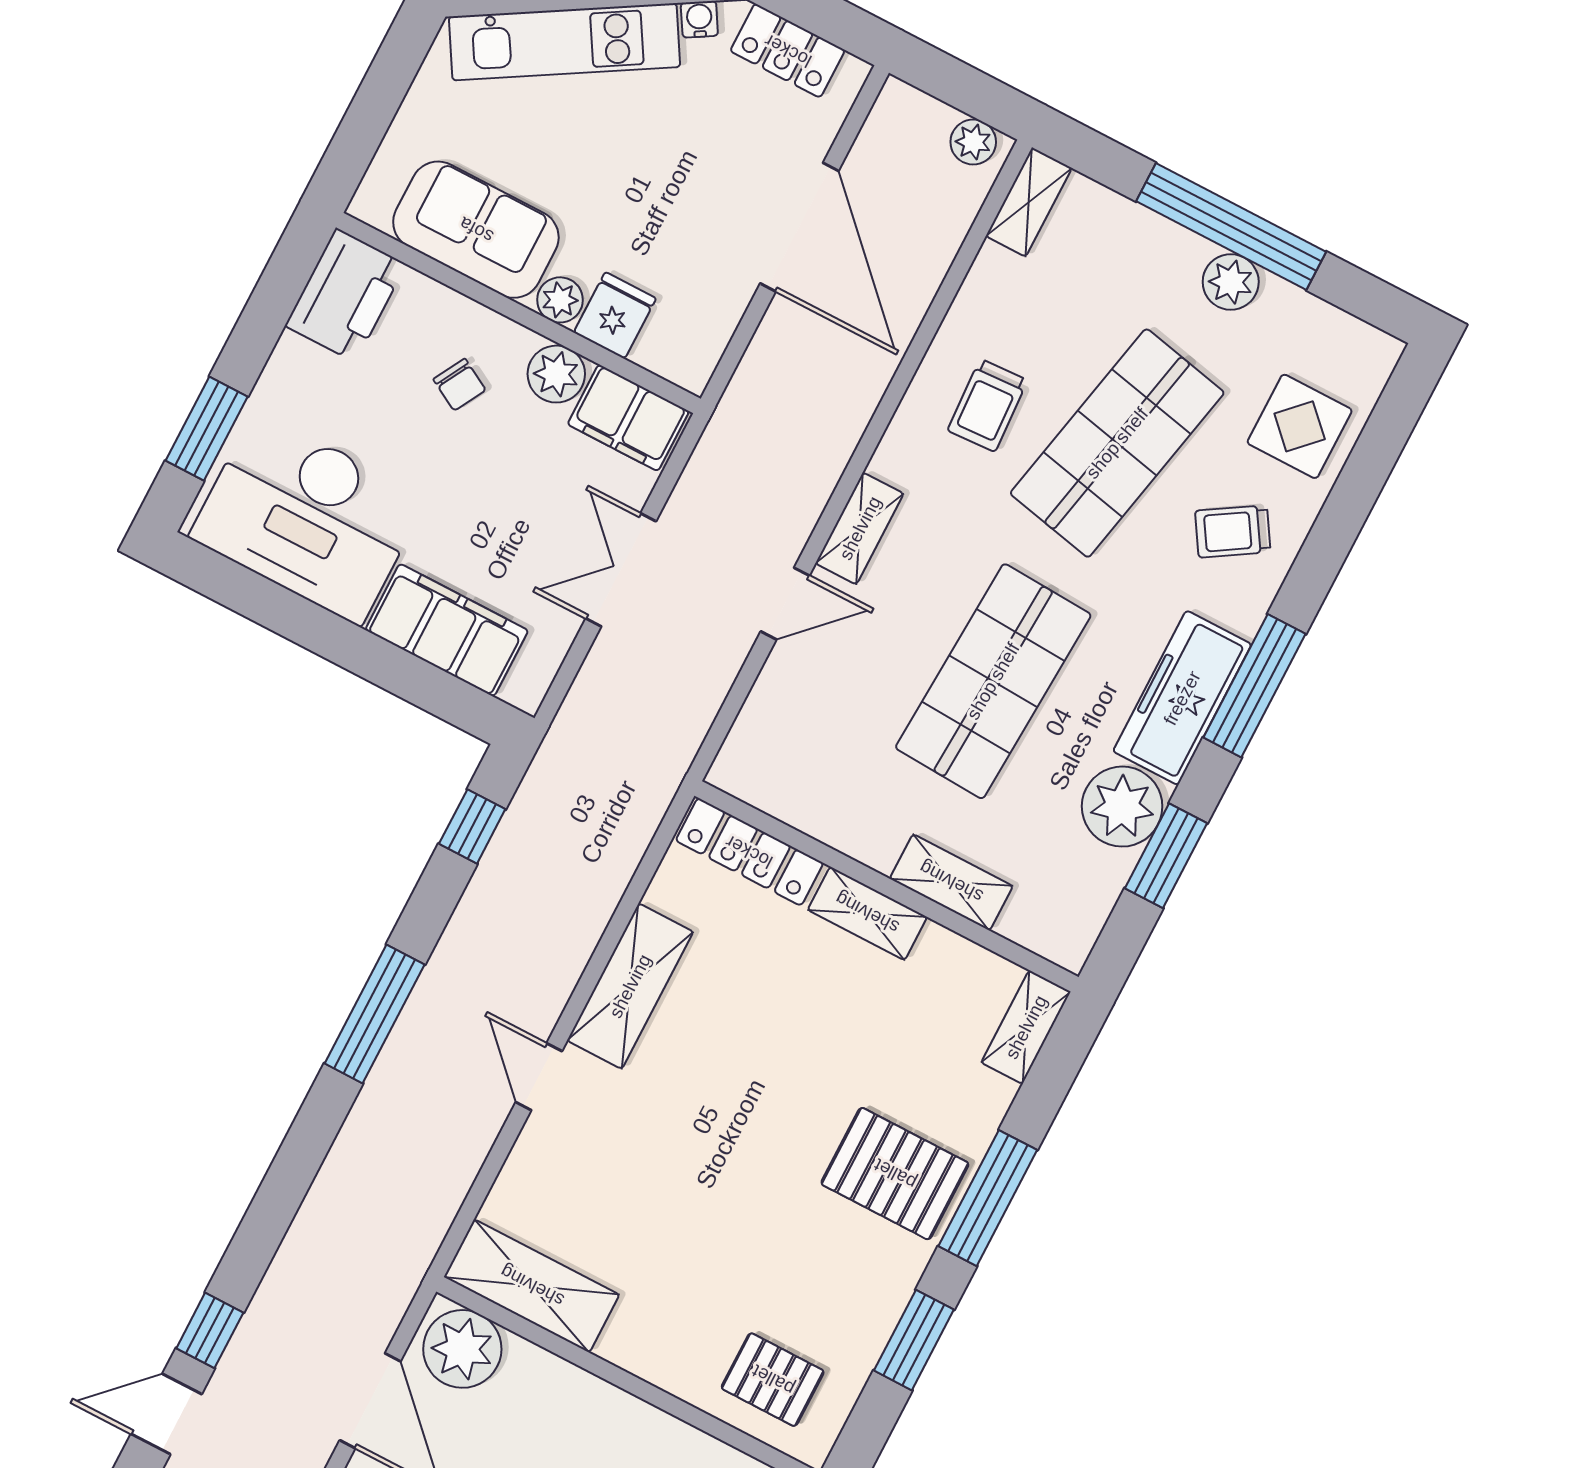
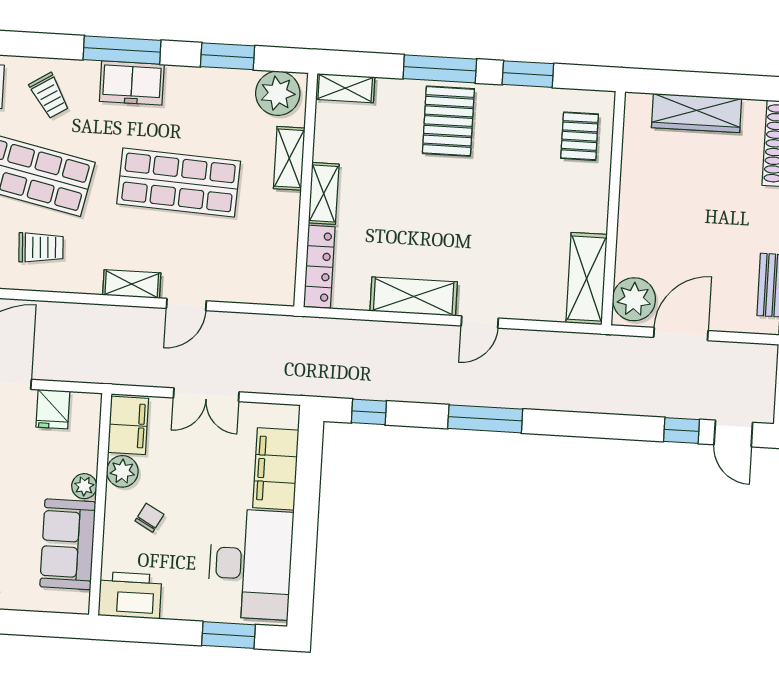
fridge: (615, 315) -> (53, 409), moved, turned -90
door: (785, 604) -> (186, 305), swing flipped
freezer: (1182, 698) -> (132, 83), width x0.71
plant: (1122, 807) -> (278, 93), moved

